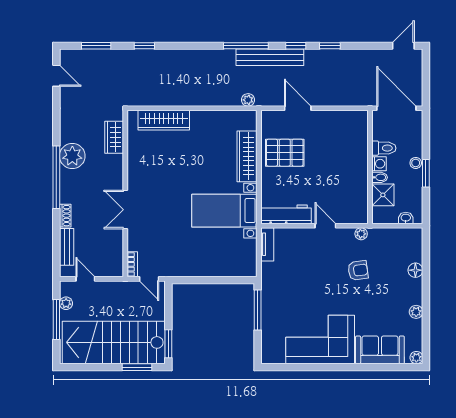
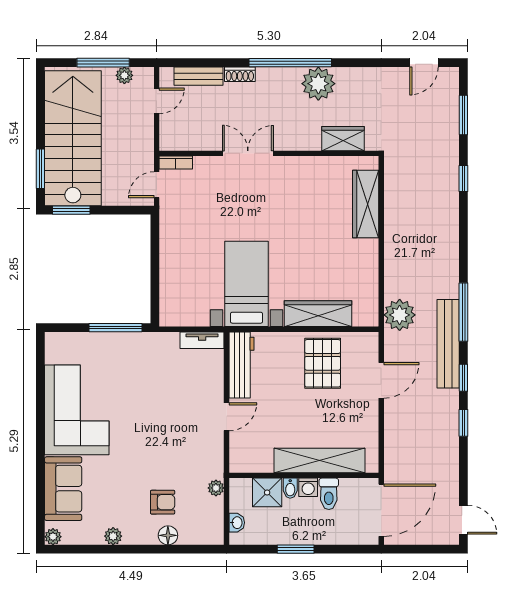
plant: (248, 100) -> (400, 315), width x1.87, depth x1.87
shelving: (359, 155) -> (320, 461), added
stool: (416, 163) -> (309, 536), removed
plant: (361, 234) -> (216, 488), moved
armchair: (358, 270) -> (163, 502), moved, turned -82

